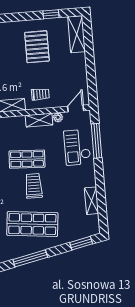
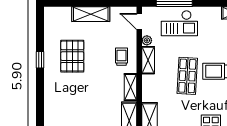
window: (51, 14) -> (40, 60), moved
shelving: (77, 34) -> (91, 14), moved
pallet: (37, 47) -> (72, 56), turned 90

